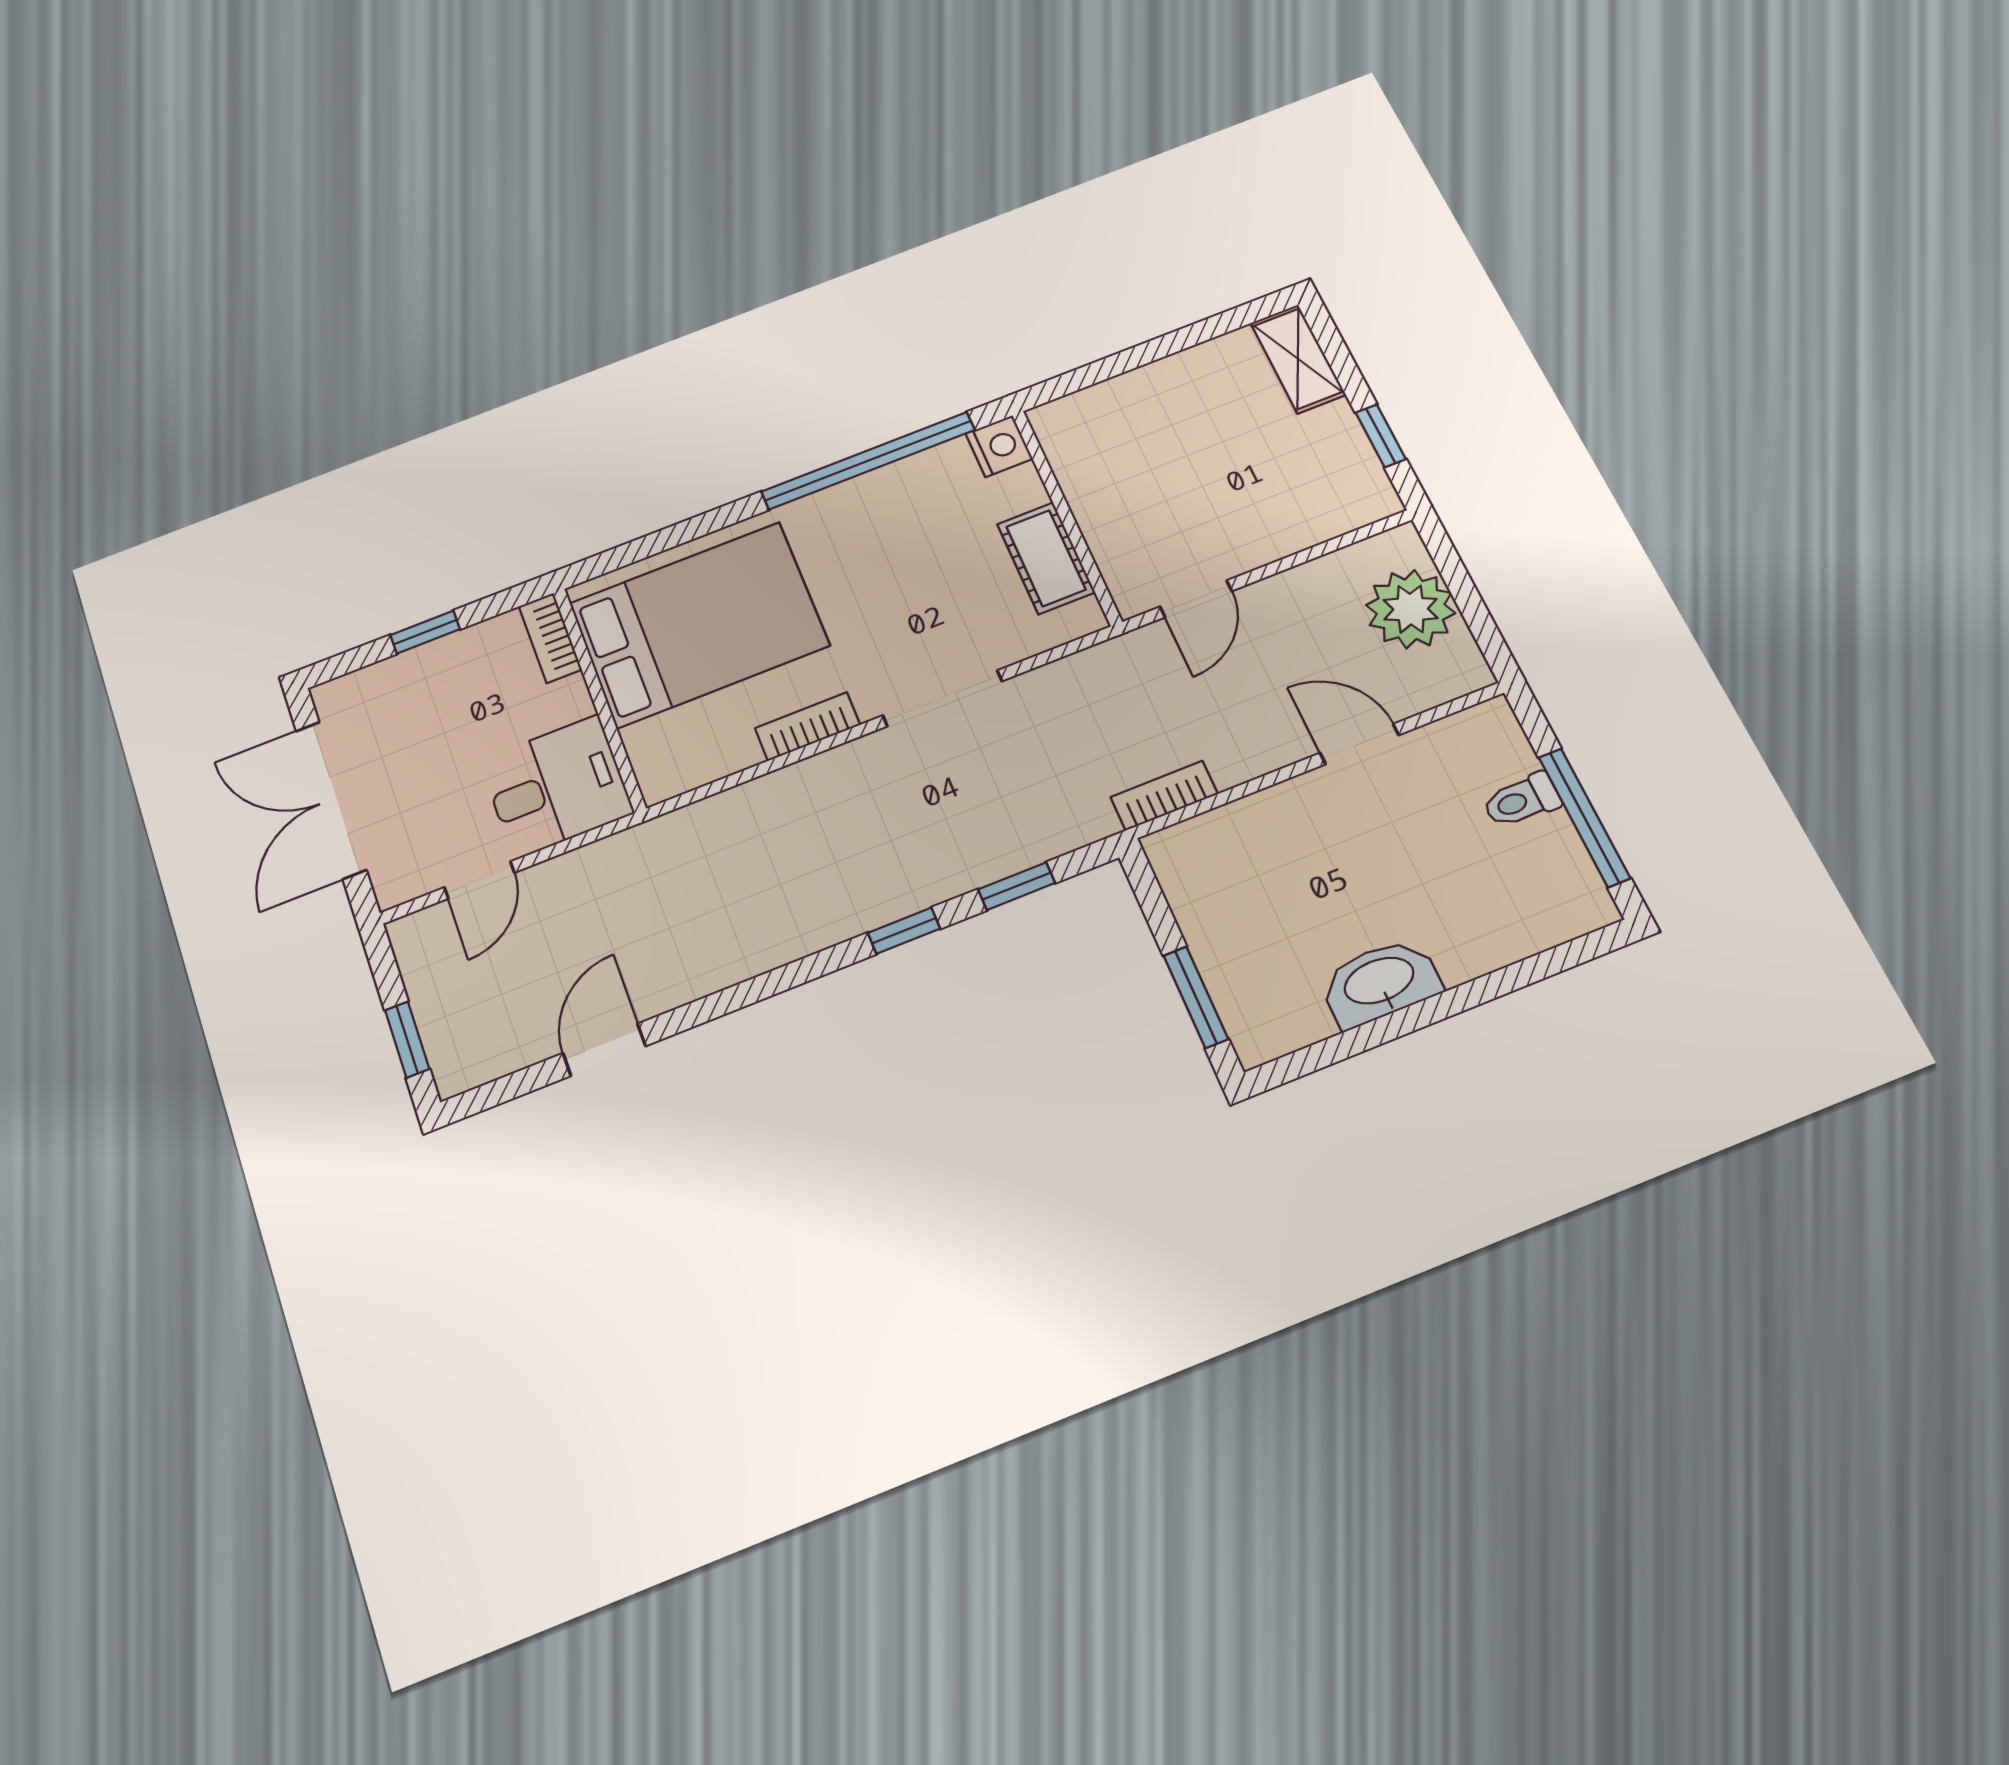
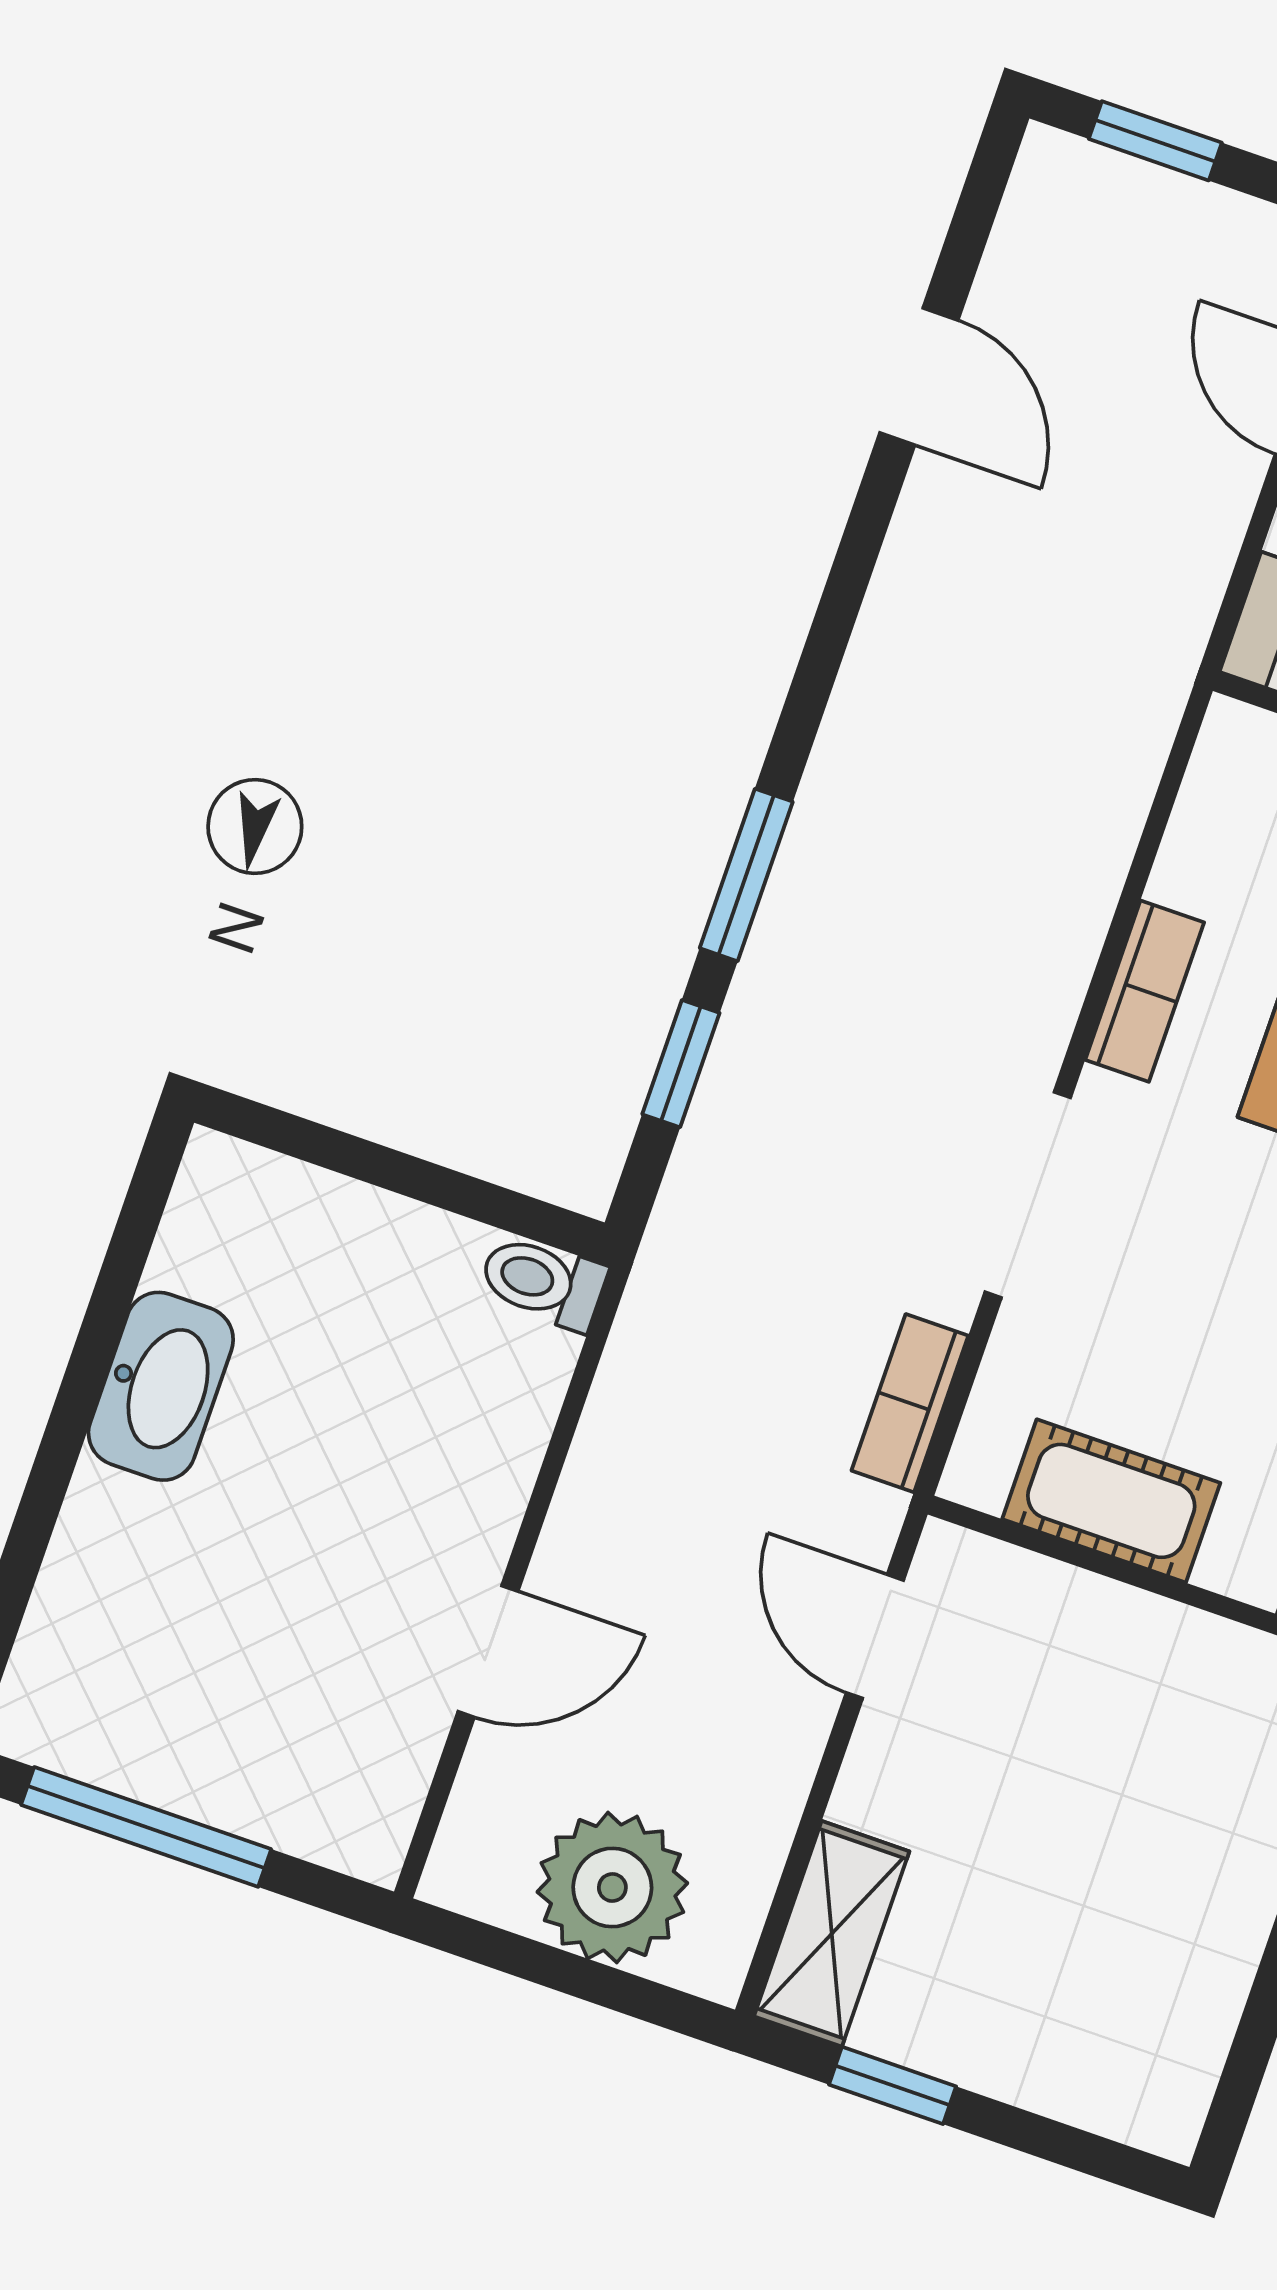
shelving: (1298, 359) -> (832, 1934), moved, turned 90
bookcase: (1164, 796) -> (910, 1403), moved, turned 180
toilet: (1522, 800) -> (543, 1282), moved, turned -90
window: (904, 931) -> (746, 875), width x1.50
window: (1196, 997) -> (339, 1152), removed

